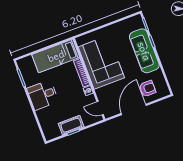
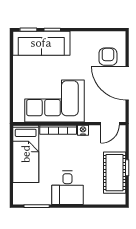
sofa: (144, 51) -> (41, 43), moved
cot: (71, 125) -> (115, 173), width x1.37, depth x1.34

